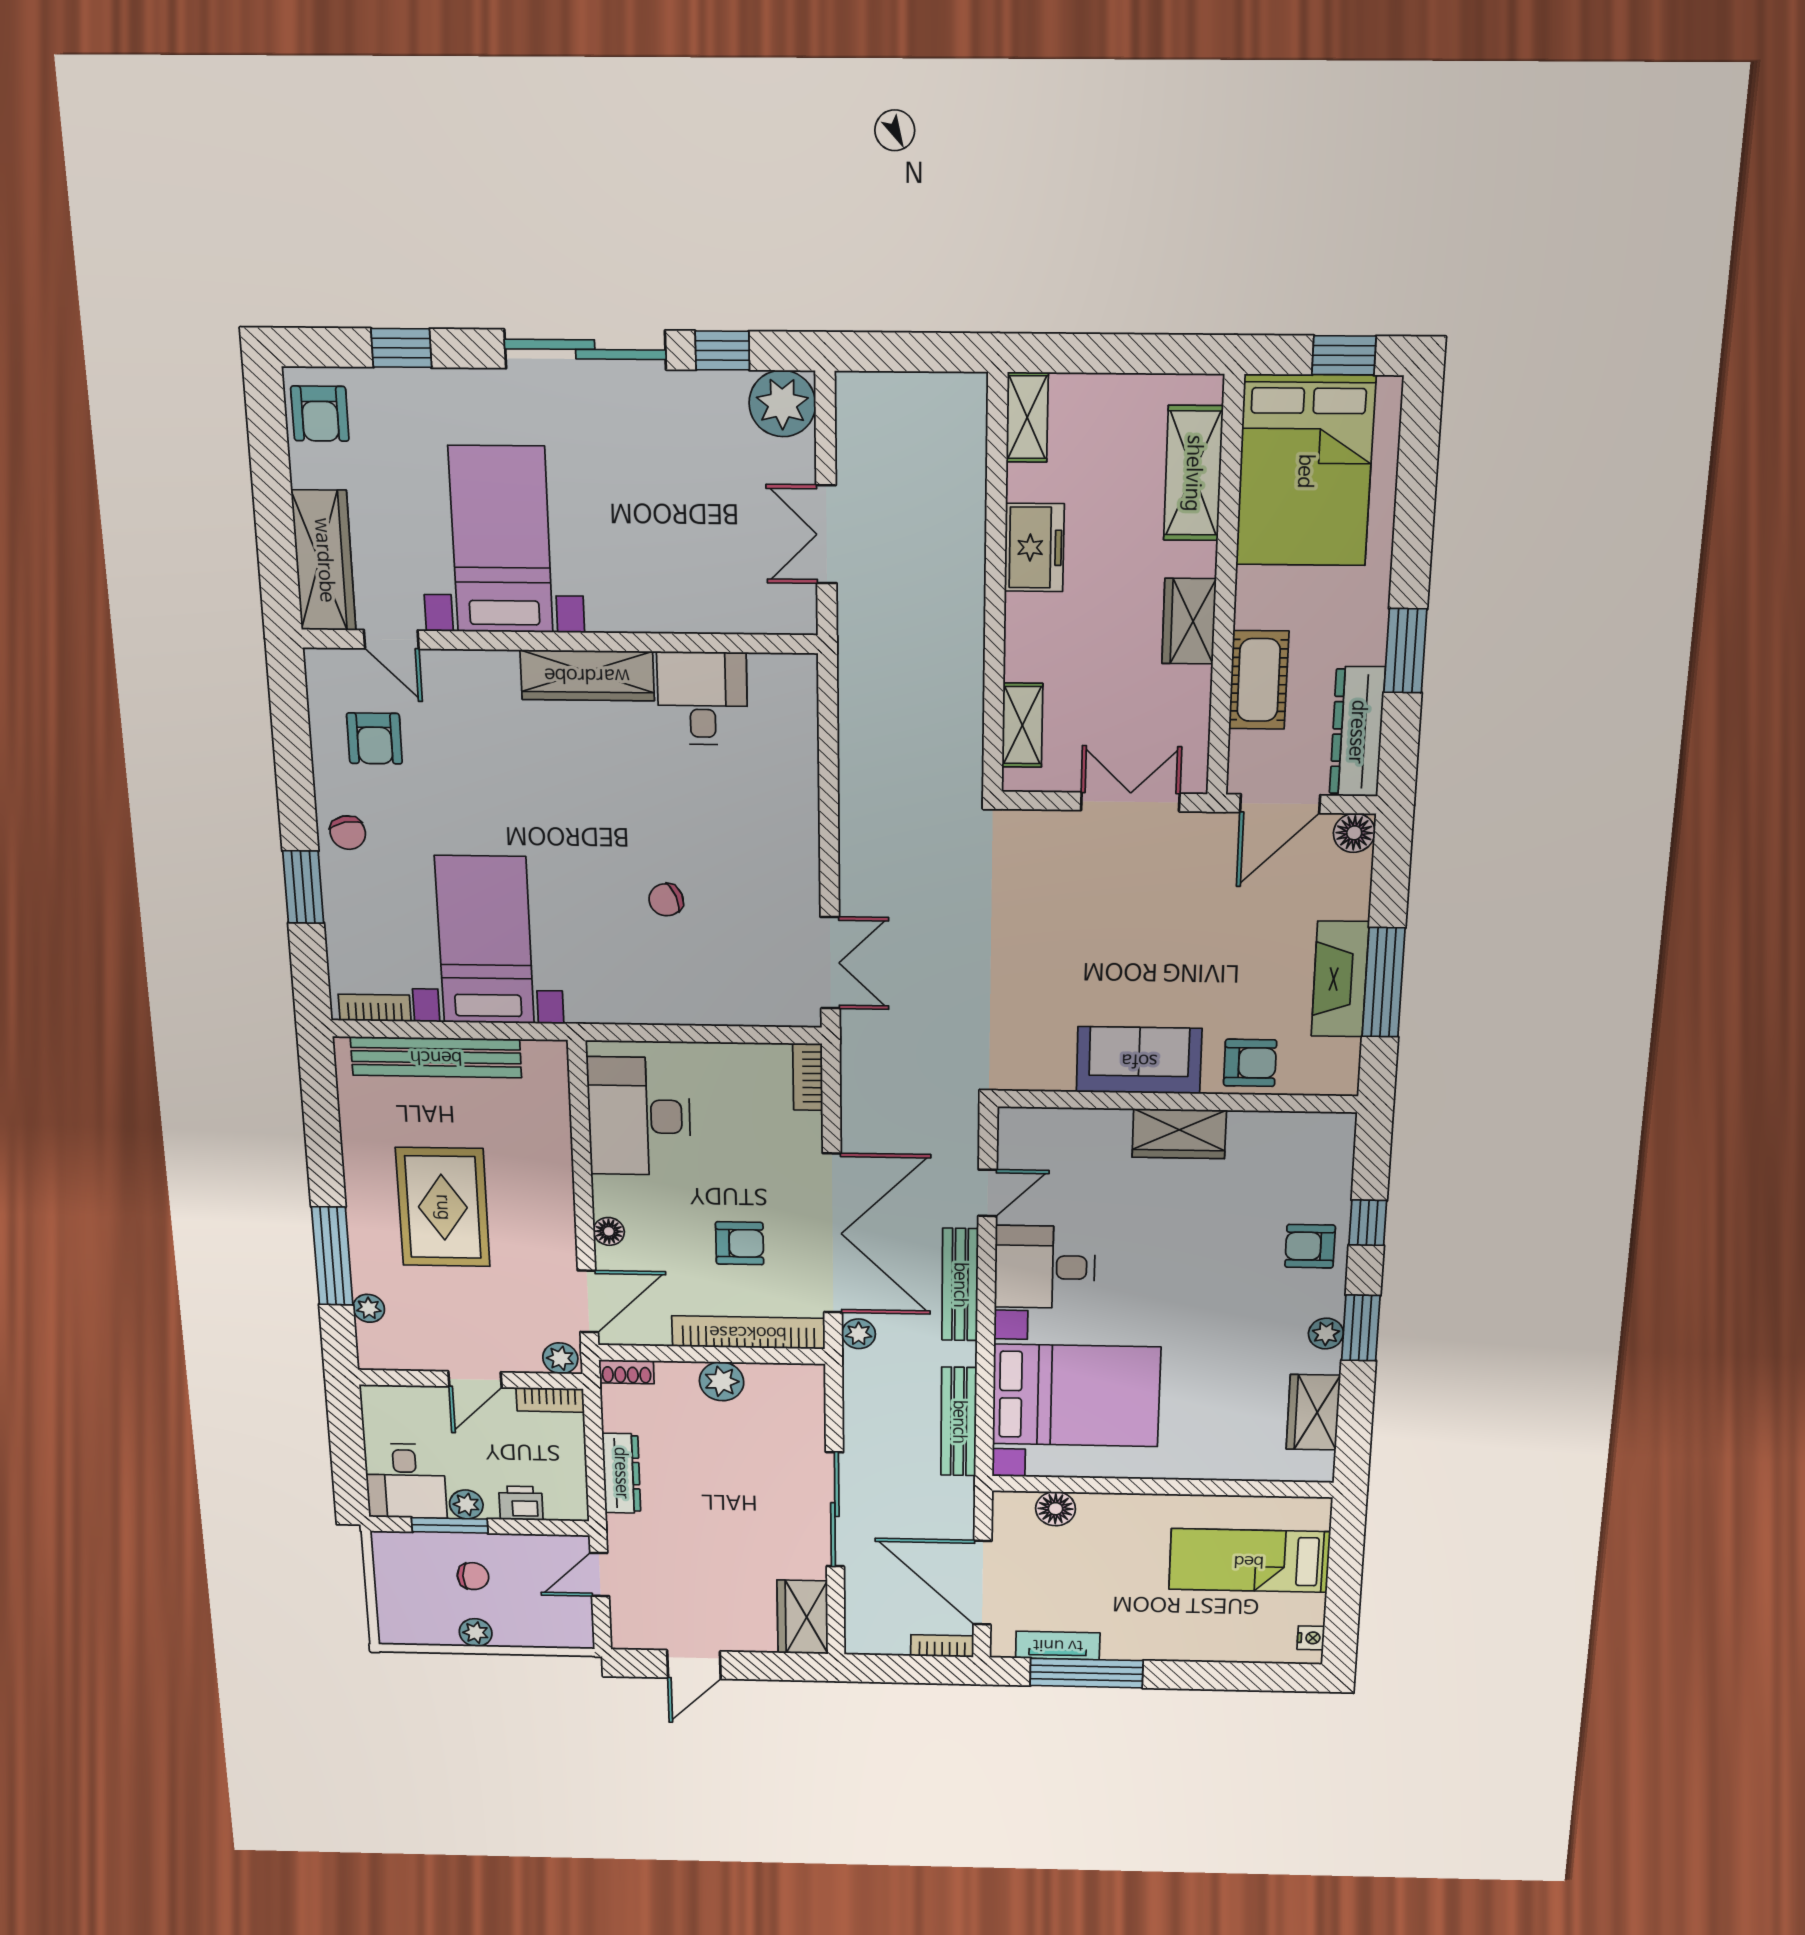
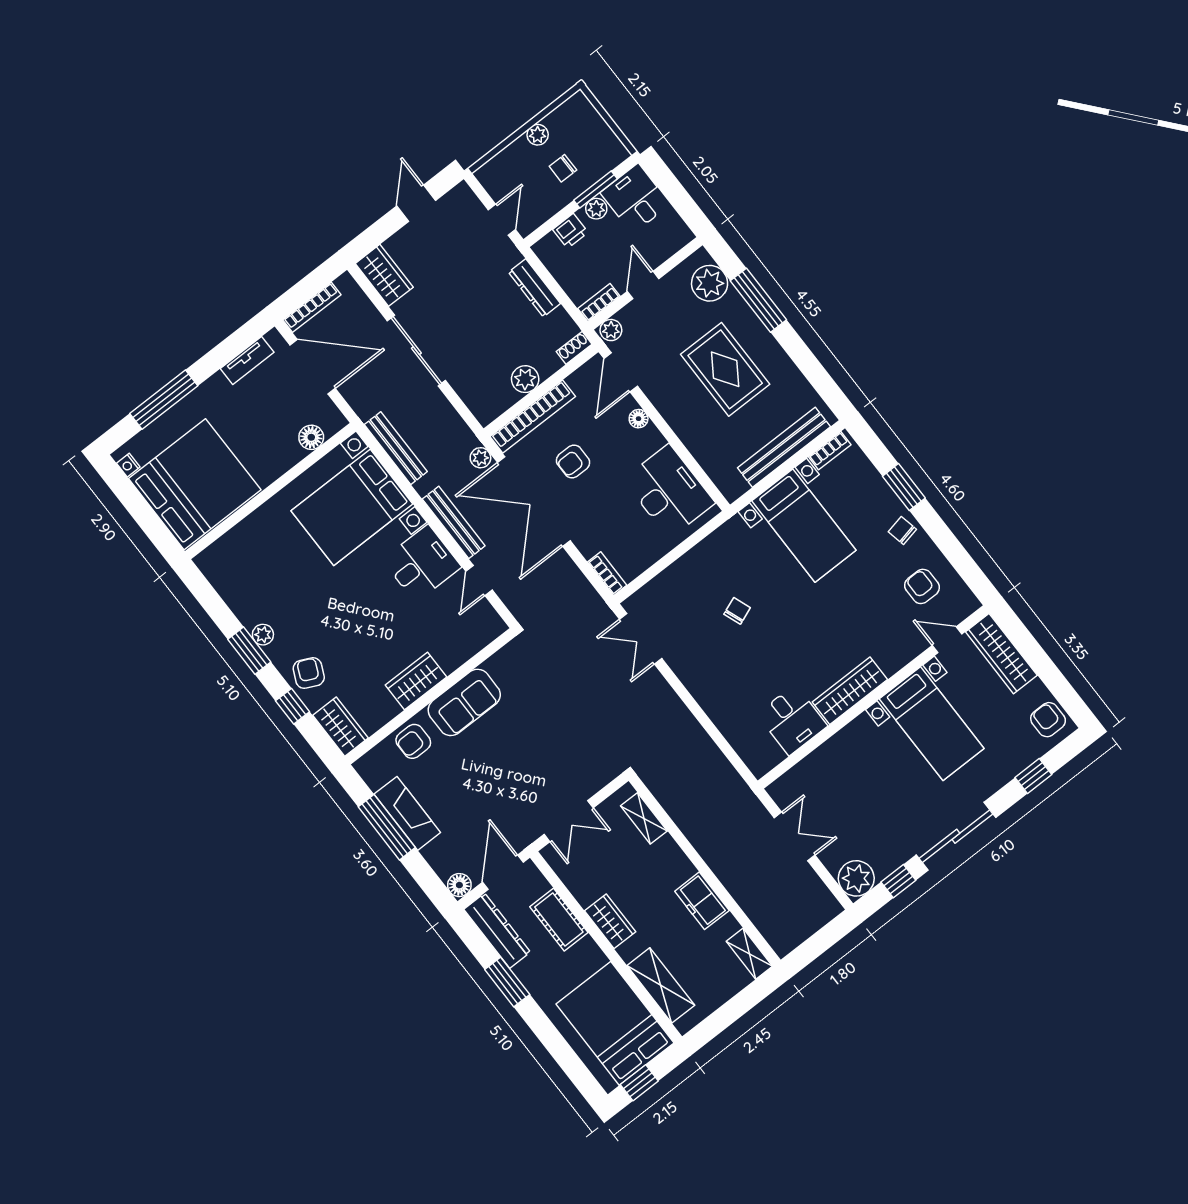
armchair: (1310, 1246) -> (309, 673), turned -65
plant: (369, 1308) -> (710, 283), width x1.87, depth x1.87
wardrobe: (1313, 1412) -> (341, 727), moved
bed: (1249, 1561) -> (195, 484), width x2.04
bookcase: (942, 1646) -> (312, 307), width x1.56
window: (1087, 1673) -> (164, 400), moved

